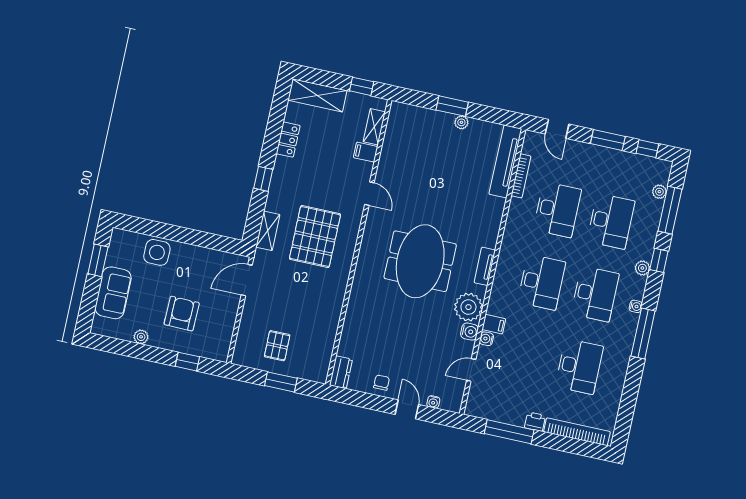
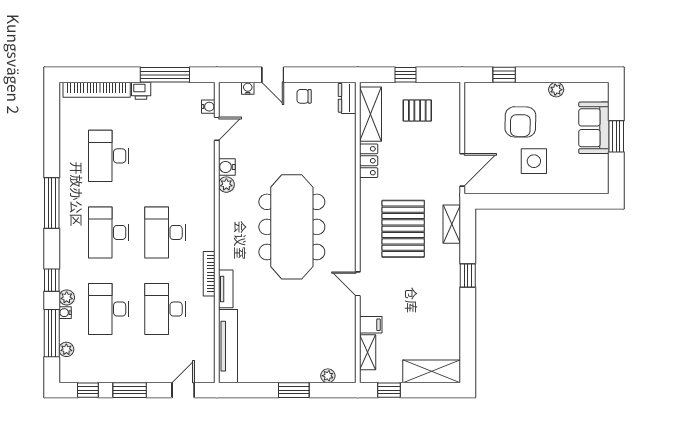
plant: (461, 122) -> (328, 376), moved
door: (557, 129) -> (183, 390), hinge flipped
locker: (288, 140) -> (369, 161), moved, turned 180
bookcase: (521, 176) -> (209, 274), moved
side table: (157, 252) -> (534, 161), moved
window: (98, 260) -> (616, 136), moved
meeting table: (420, 261) -> (292, 227), width x1.36
tv unit: (485, 266) -> (226, 289), moved
plant: (642, 268) -> (67, 297), moved
water cooler: (636, 306) -> (65, 313), moved
plant: (468, 307) -> (226, 185), width x0.53, depth x0.53
filing cabinet: (494, 324) -> (204, 180), removed
water cooler: (486, 339) -> (208, 107), moved
pallet: (277, 346) -> (417, 111), turned 90
shelving: (322, 352) -> (371, 114), added
window: (281, 382) -> (406, 75), width x0.67
chair: (382, 383) -> (304, 96), turned 90

